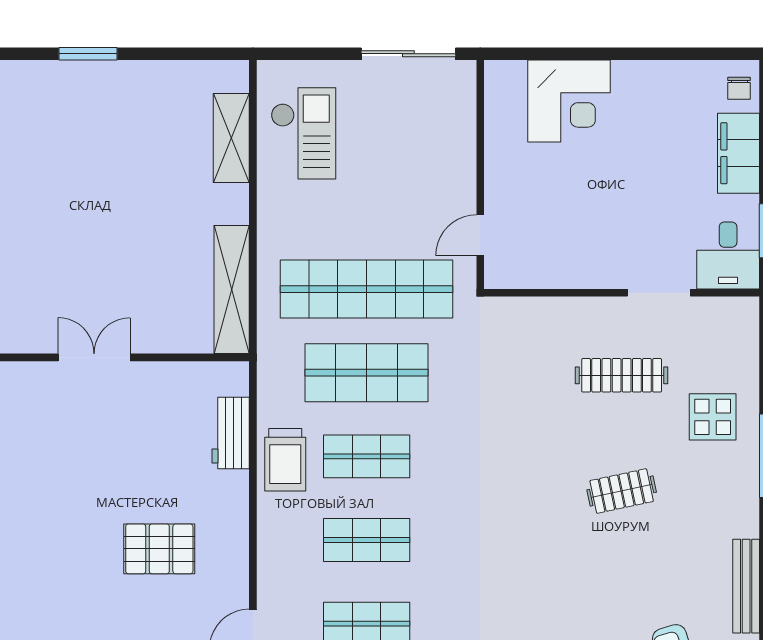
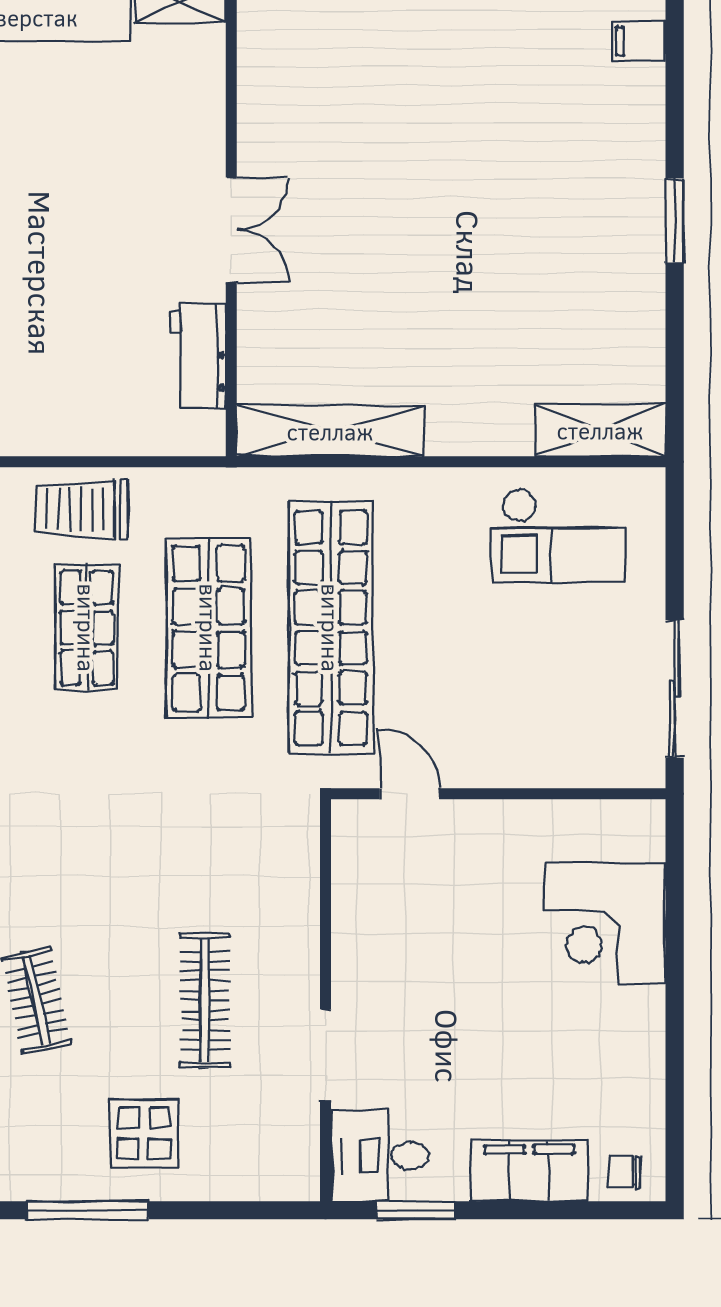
shelving: (231, 138) -> (600, 430), moved
workbench: (231, 433) -> (199, 356), moved, turned -90

